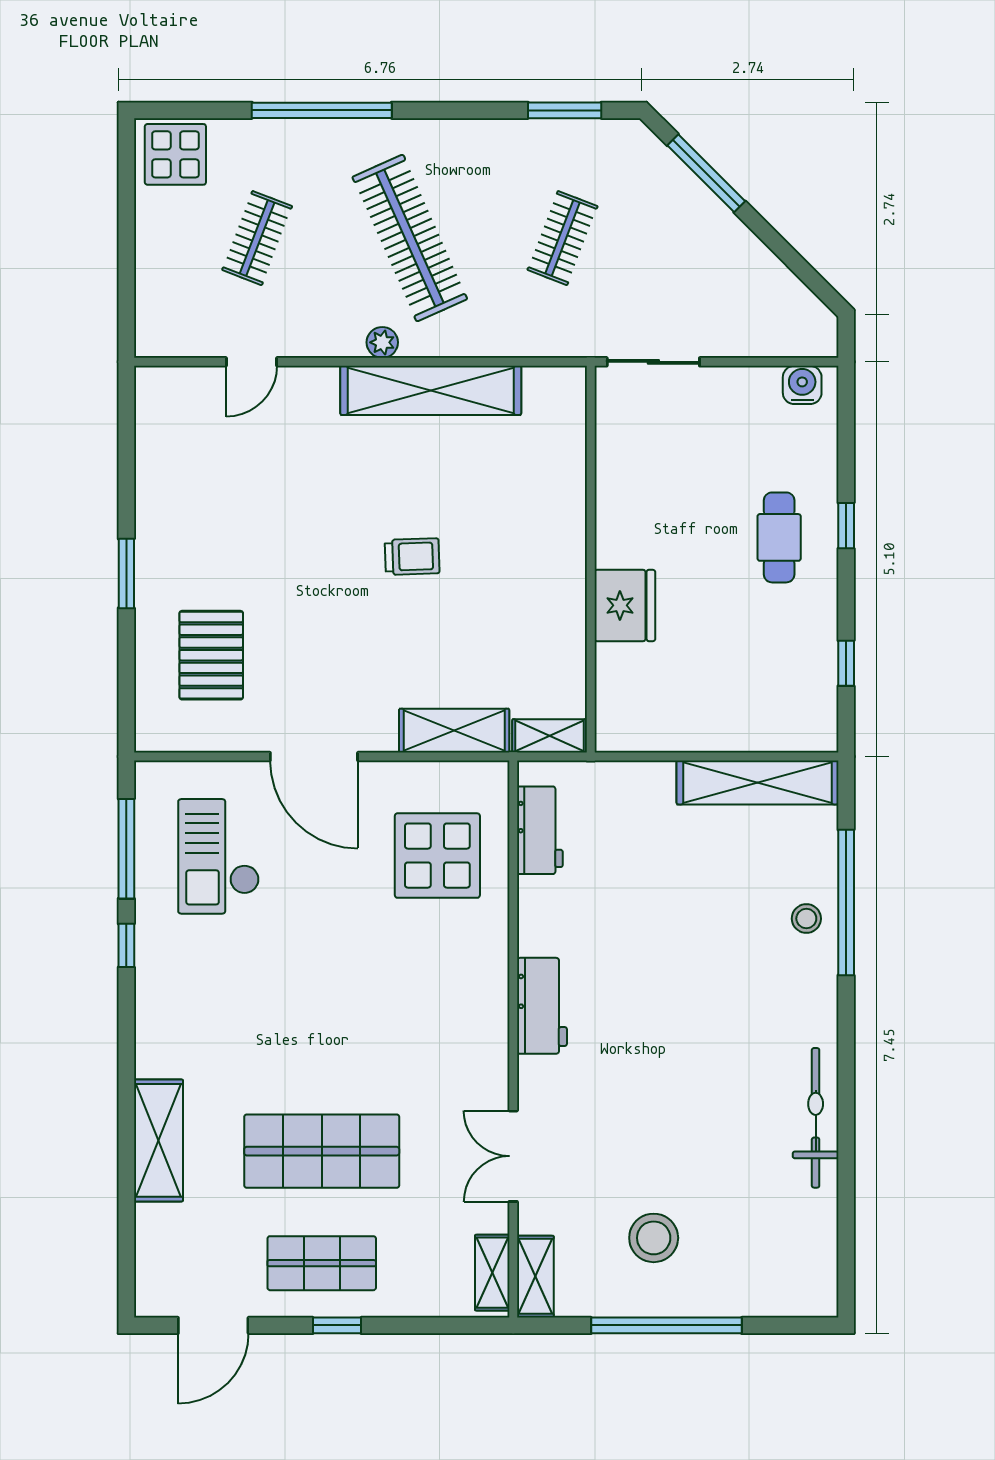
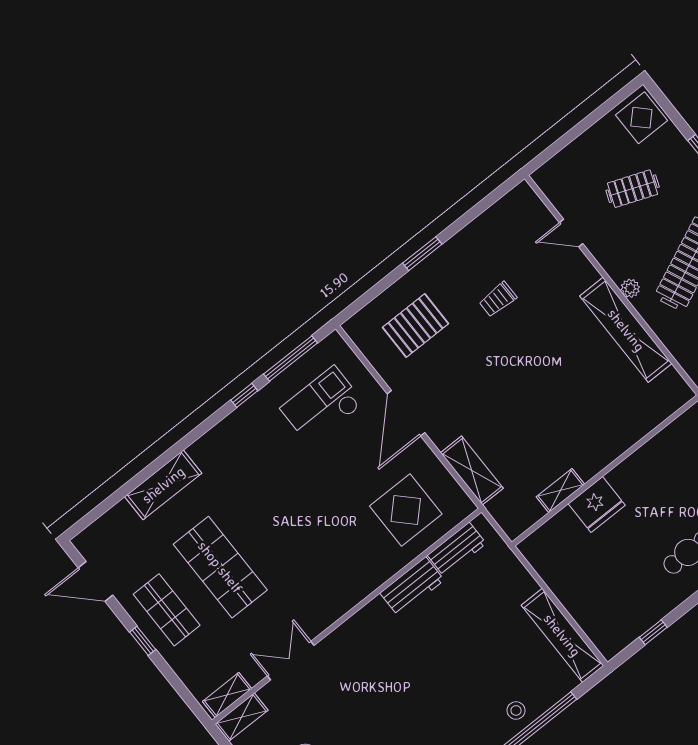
trolley: (412, 557) -> (498, 299), moved, turned 92
shelving: (550, 736) -> (560, 490), moved, turned 90
workbench: (542, 1006) -> (412, 587), moved

